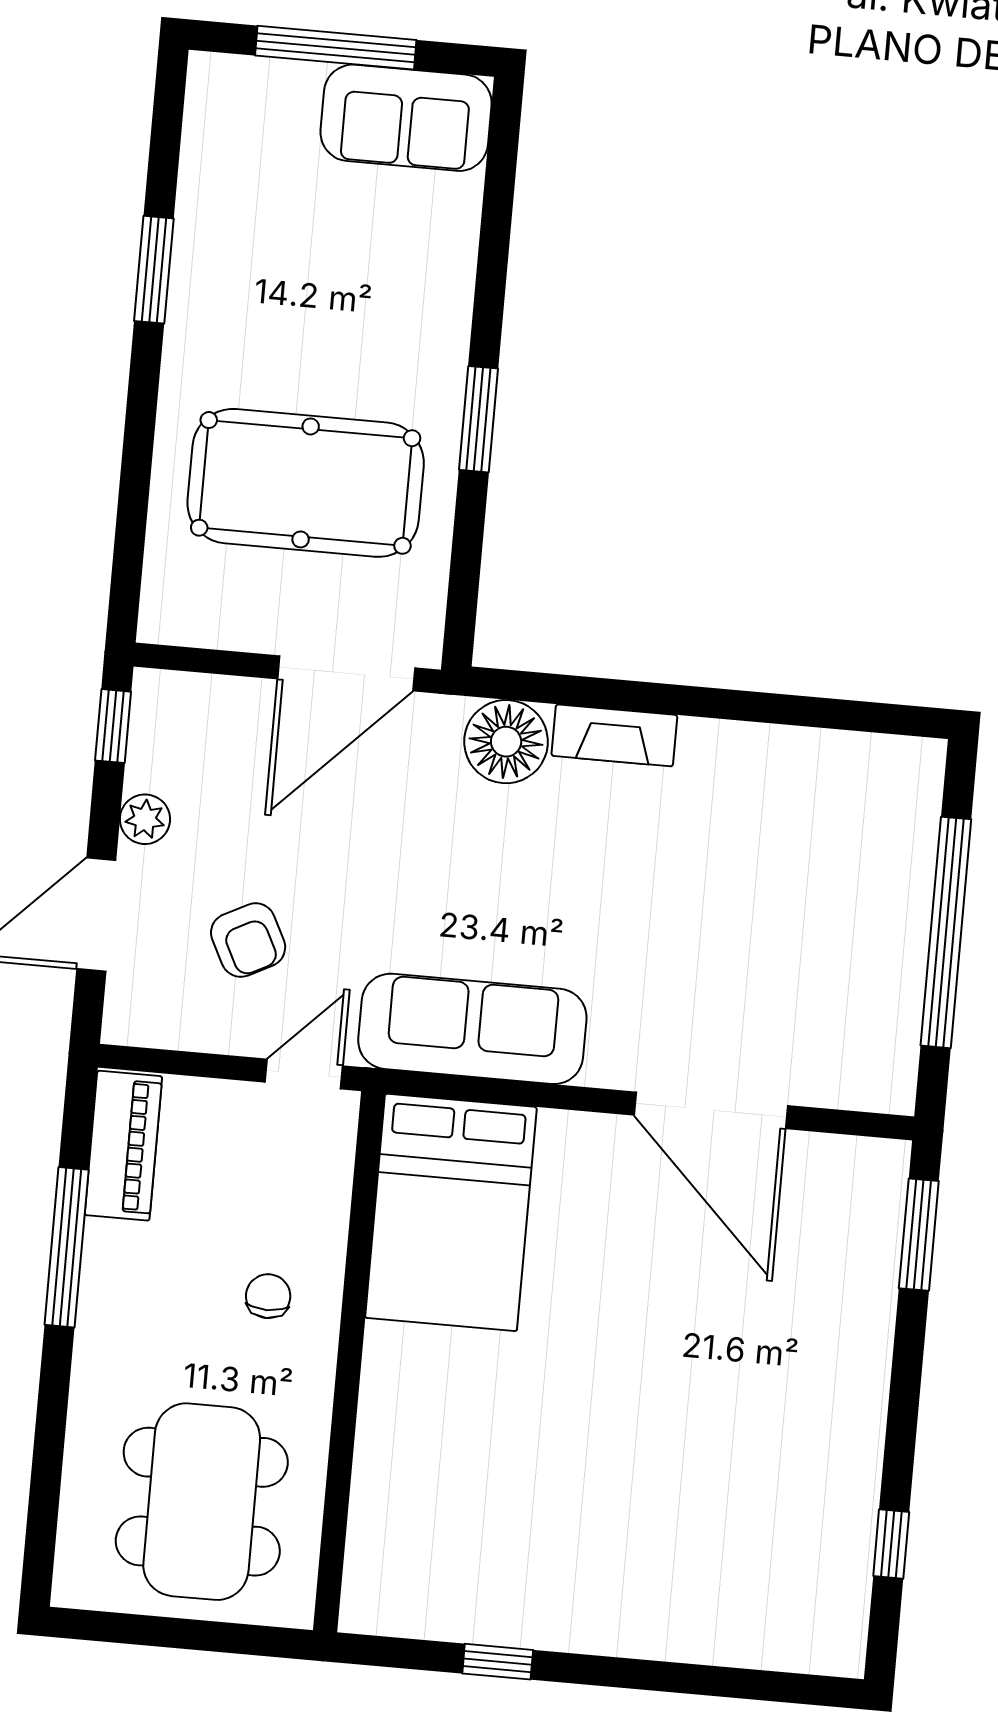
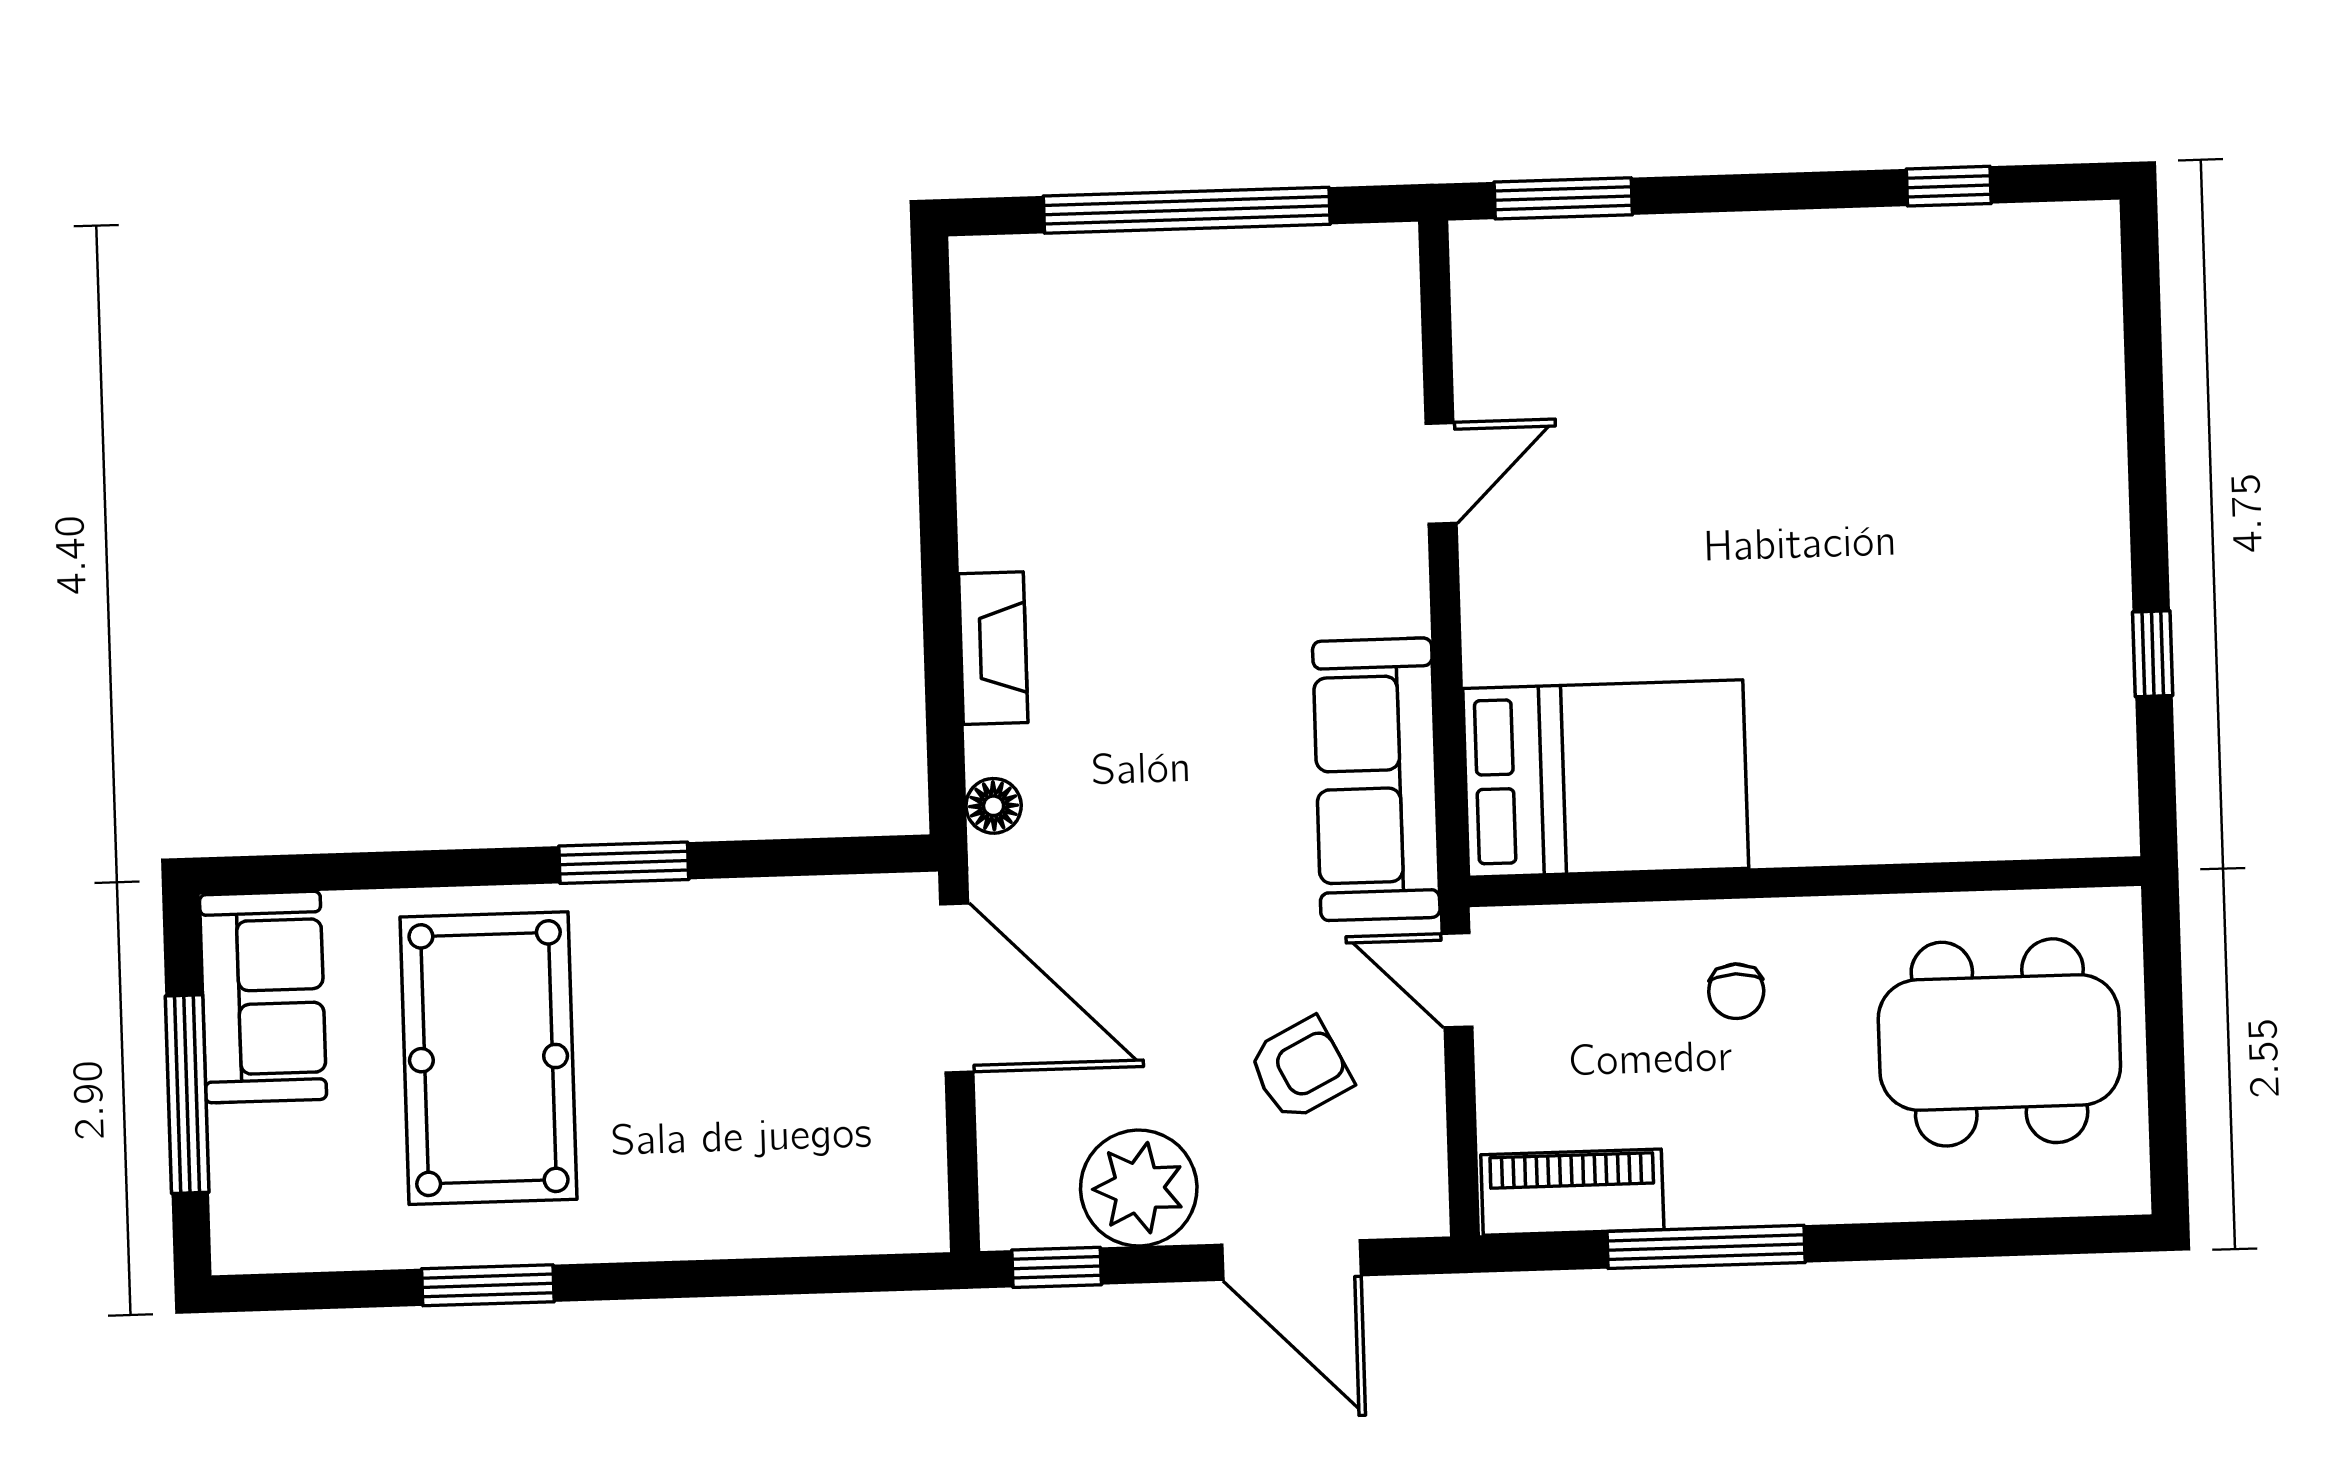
pool table: (306, 483) -> (488, 1058), moved
floor lamp: (506, 742) -> (994, 806), width x0.53, depth x0.53
plant: (145, 819) -> (1139, 1188), width x1.87, depth x1.87
door: (711, 1110) -> (1441, 473), width x0.53
chair: (268, 1296) -> (1736, 991), turned -90

